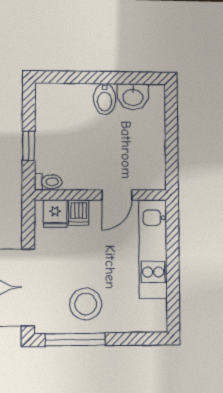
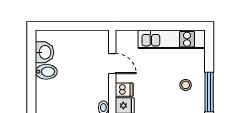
kitchen unit: (153, 249) -> (172, 39), moved
stool: (86, 304) -> (186, 85), width x0.53, depth x0.53

